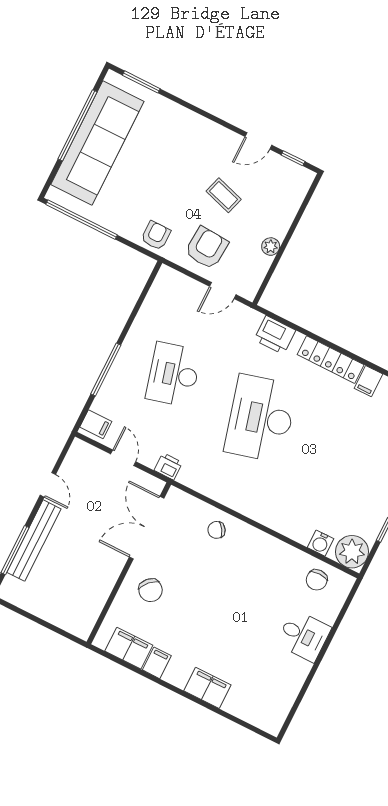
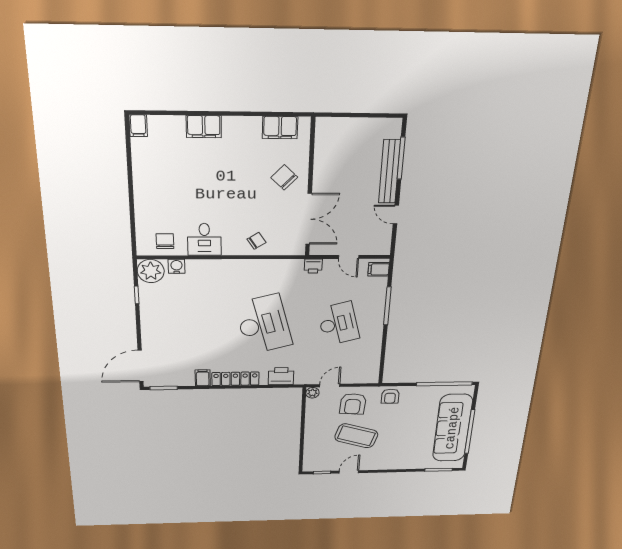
coffee table: (224, 195) -> (356, 436), width x1.86, depth x1.72
plant: (271, 247) -> (312, 393), moved
desk: (304, 636) -> (204, 239), moved, turned -90
filing cabinet: (157, 663) -> (138, 126), moved

